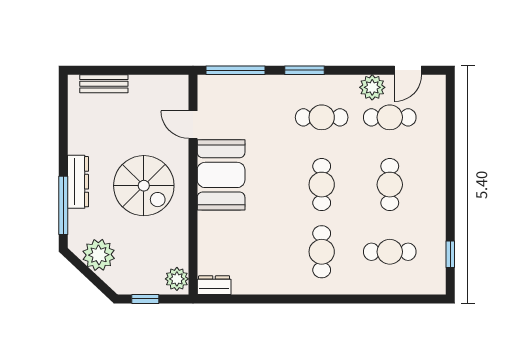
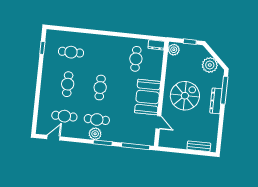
plant: (372, 87) -> (95, 134), moved
spiral stairs: (144, 186) -> (185, 96), turned 90
cafe table: (322, 252) -> (136, 59), moved

